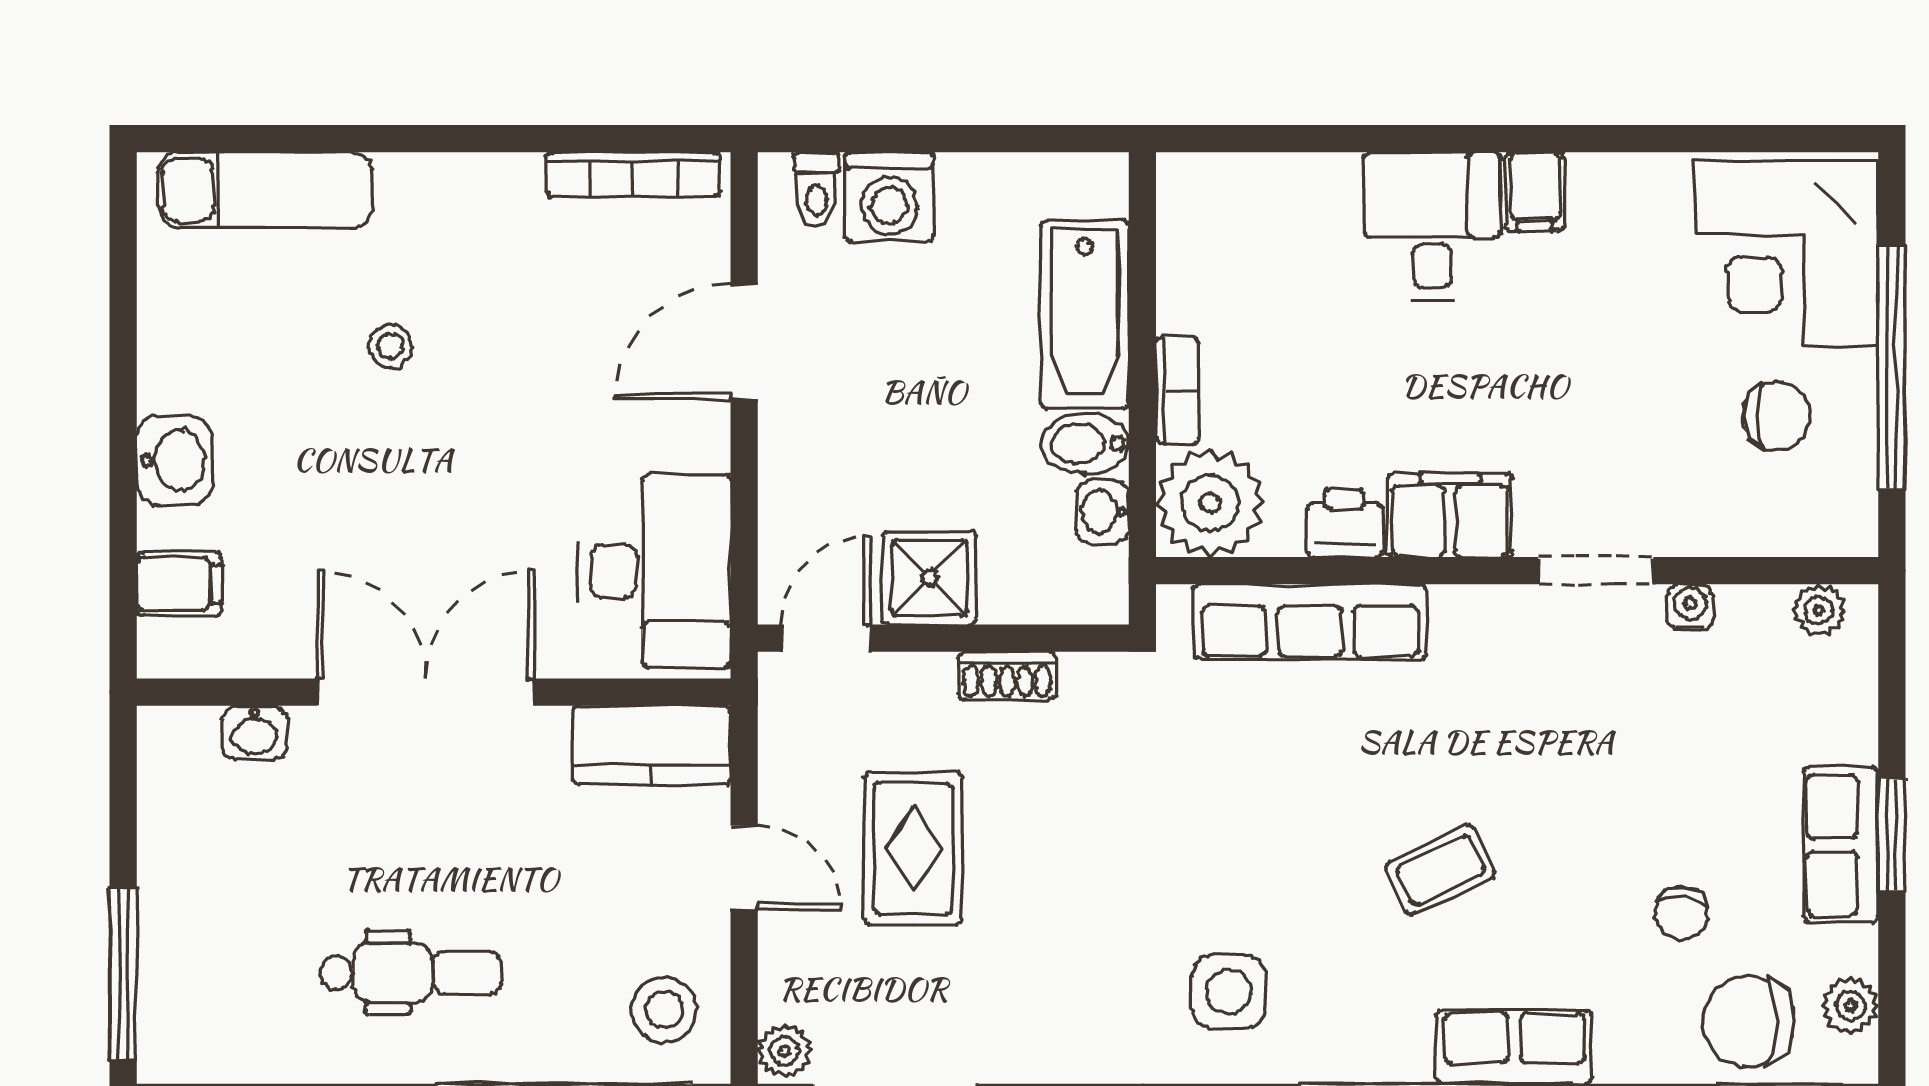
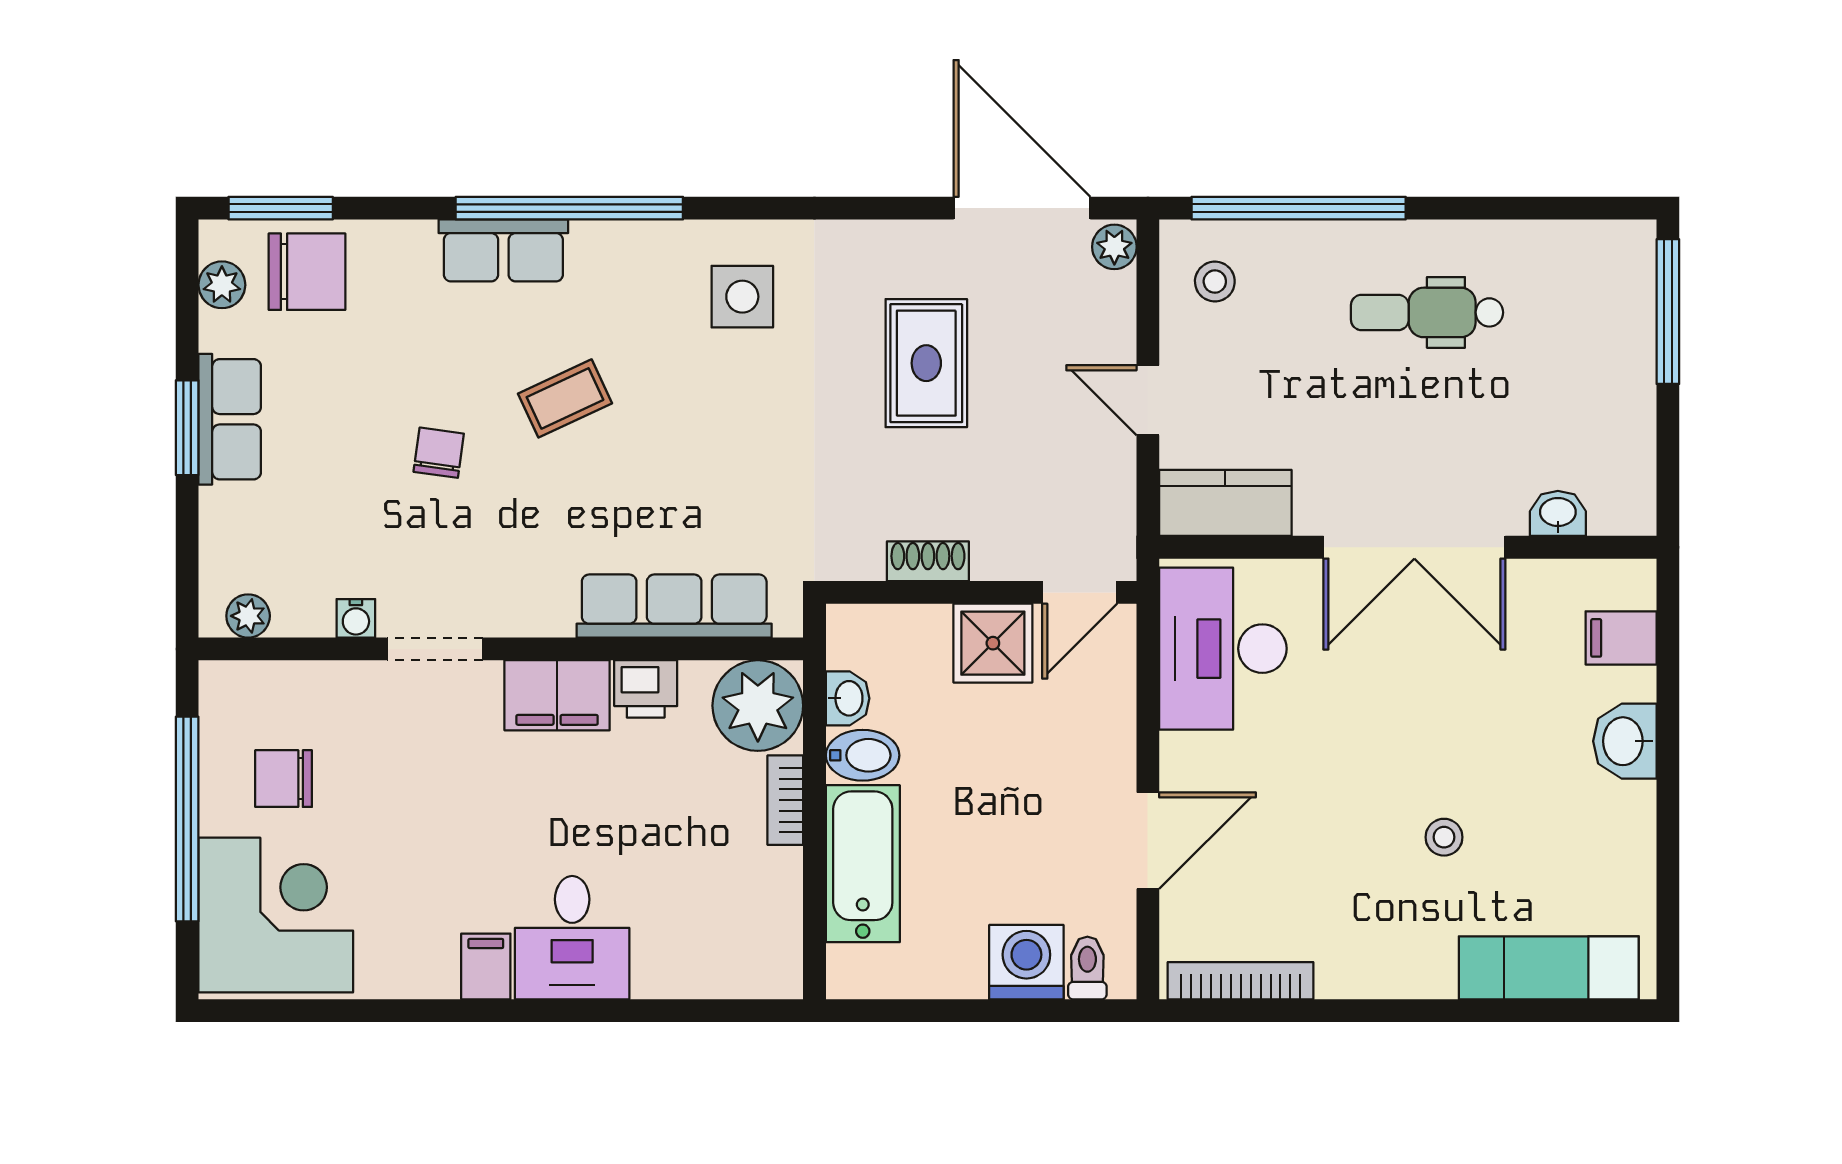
rug: (913, 849) -> (926, 363), moved
chair: (1682, 913) -> (439, 453), moved
stool: (664, 1010) -> (1215, 282), width x0.73, depth x0.73

